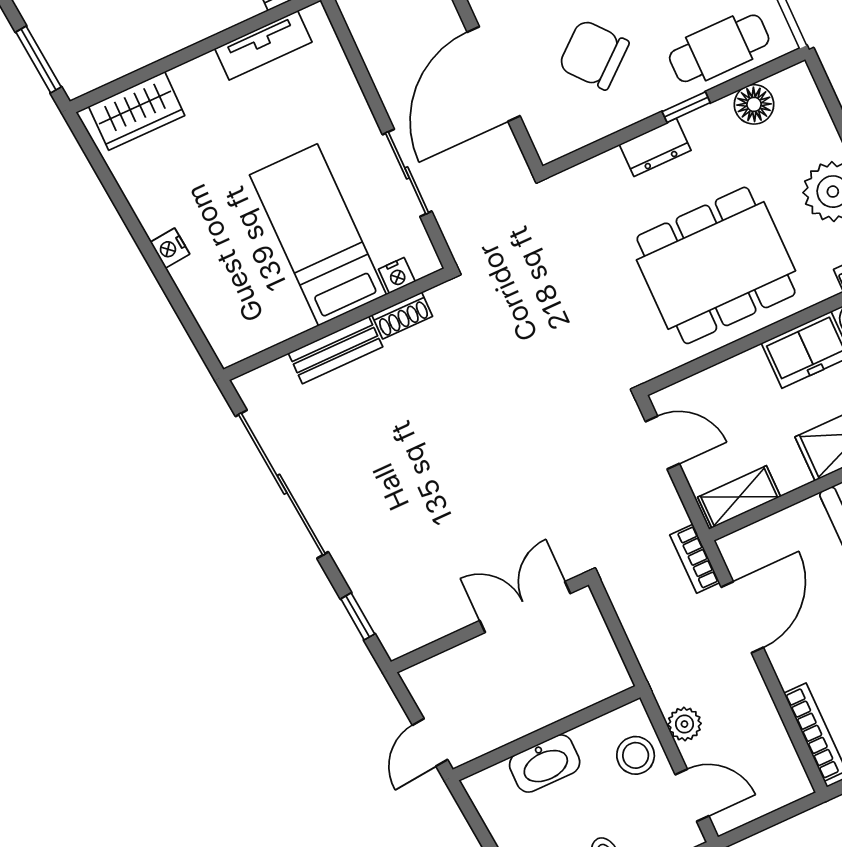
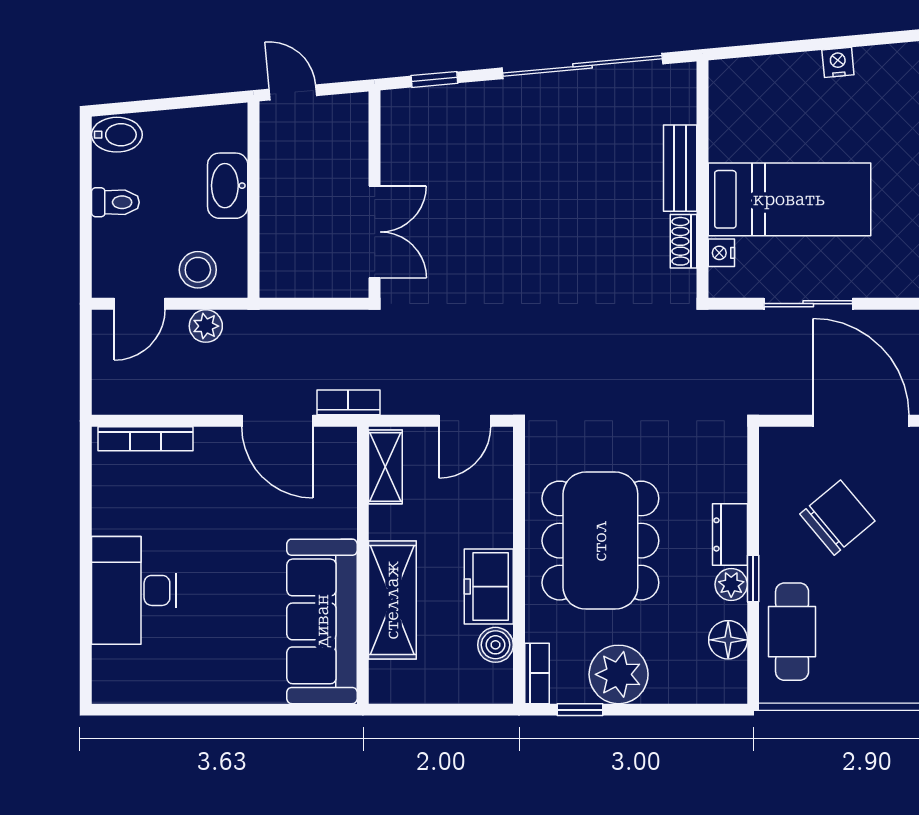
plant: (701, 125) -> (731, 584), added

